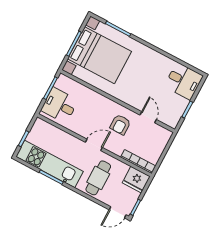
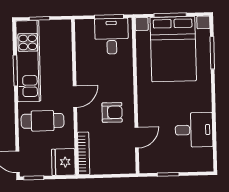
desk: (184, 81) -> (194, 130), moved, turned -90
desk: (60, 105) -> (112, 36), moved
armchair: (120, 125) -> (112, 112), turned 180
door: (94, 145) -> (75, 96), hinge flipped

